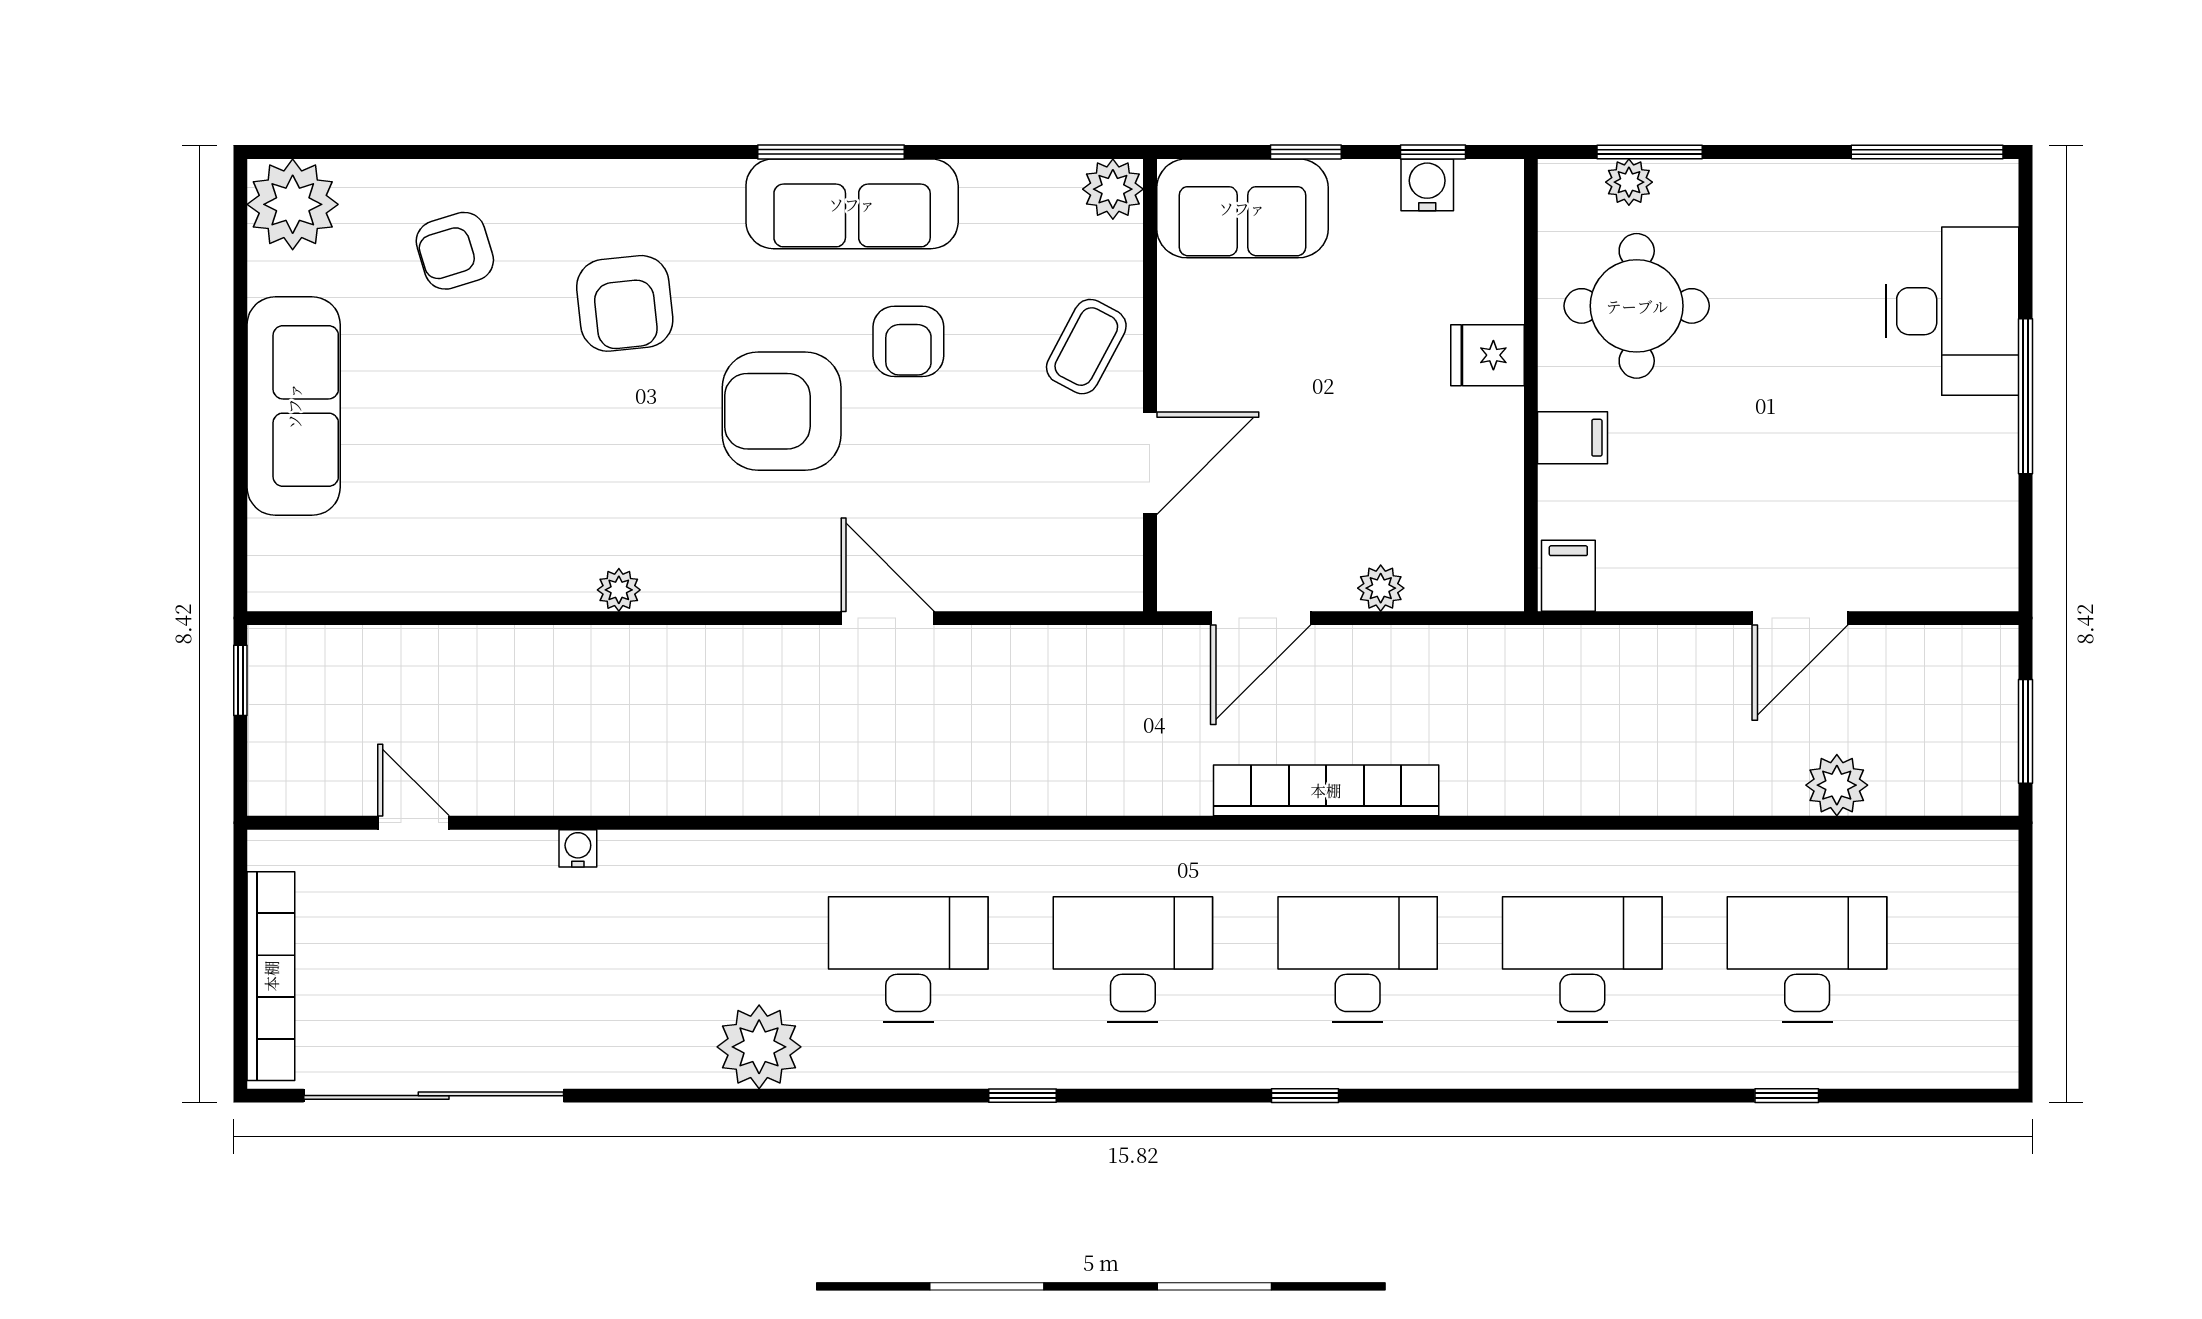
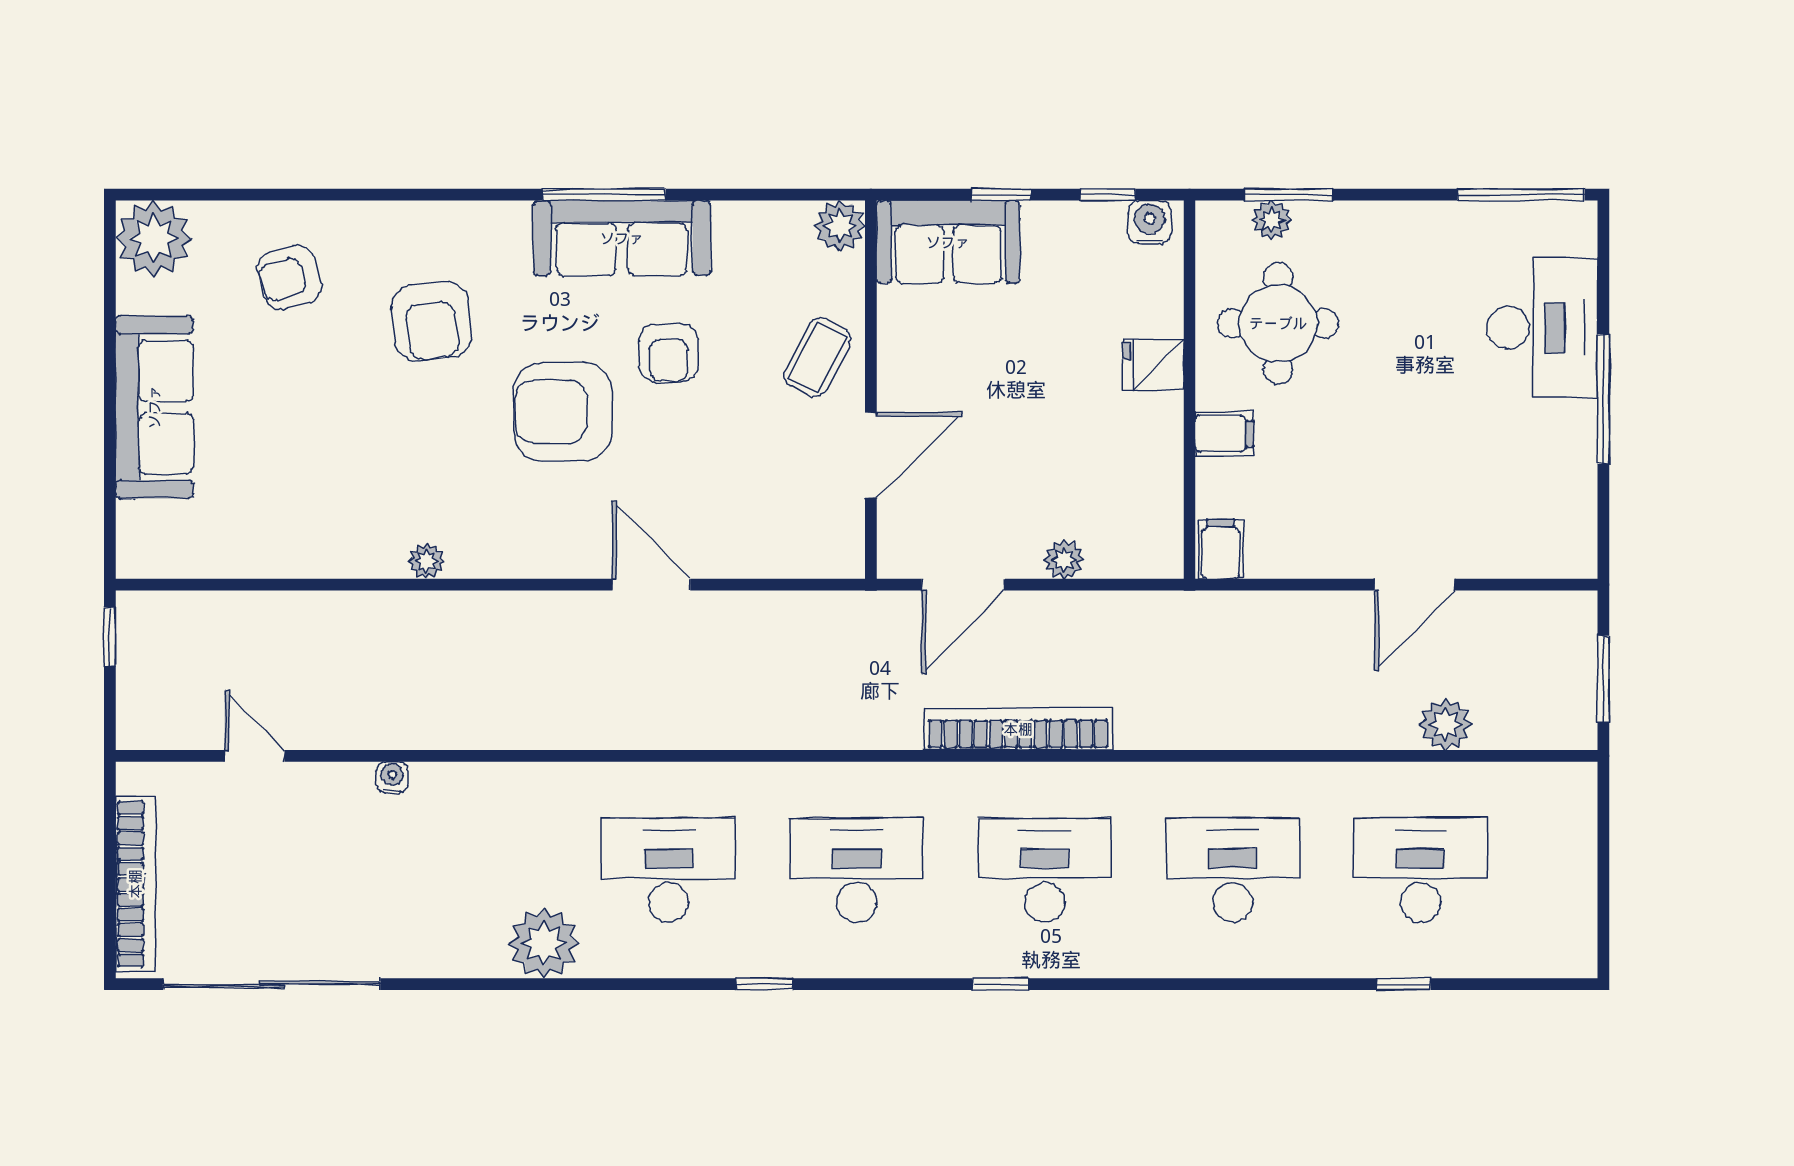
water cooler: (1427, 185) -> (1150, 222), moved

